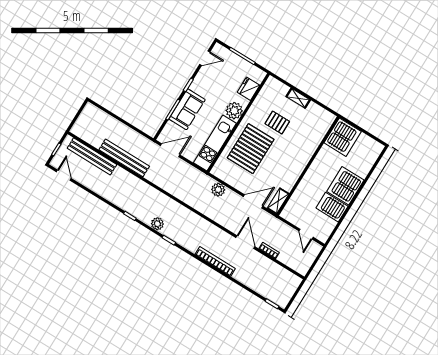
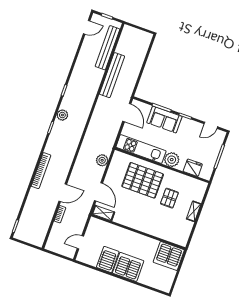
door: (205, 58) -> (211, 125), hinge flipped

